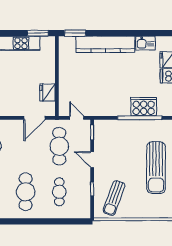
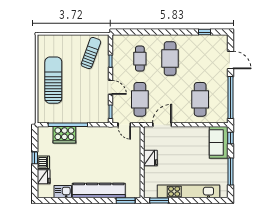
fridge: (48, 92) -> (150, 158), moved

